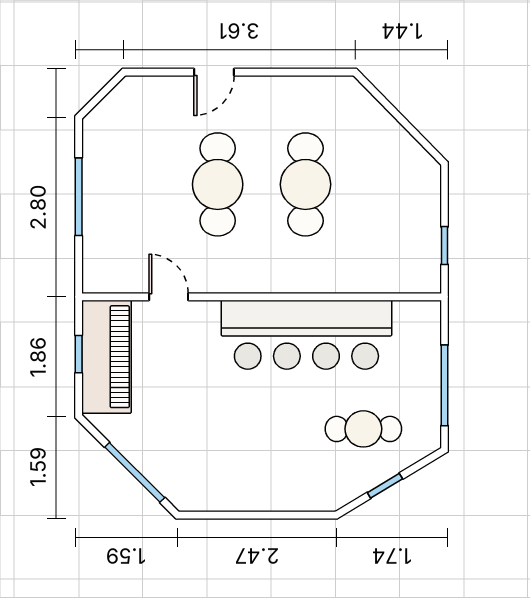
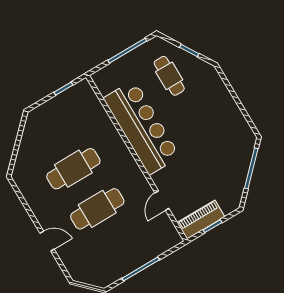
piano: (106, 357) -> (201, 220), width x0.73, depth x0.75

